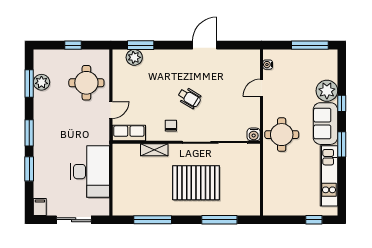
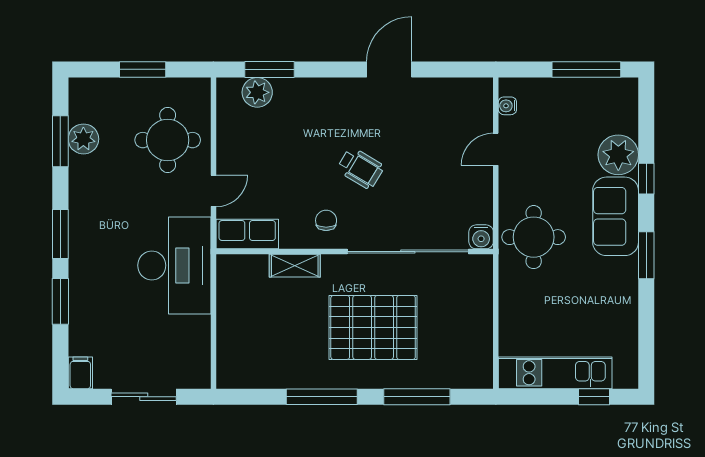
window: (73, 45) -> (143, 69), width x1.50
desk: (90, 172) -> (174, 265), moved
kitchen unit: (329, 176) -> (555, 373), moved, turned 90
window: (153, 220) -> (322, 397), moved

